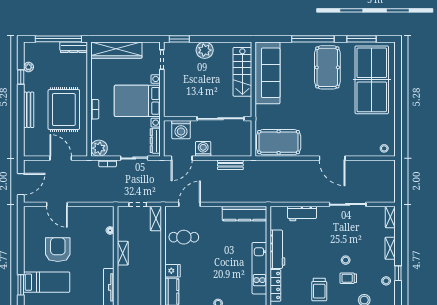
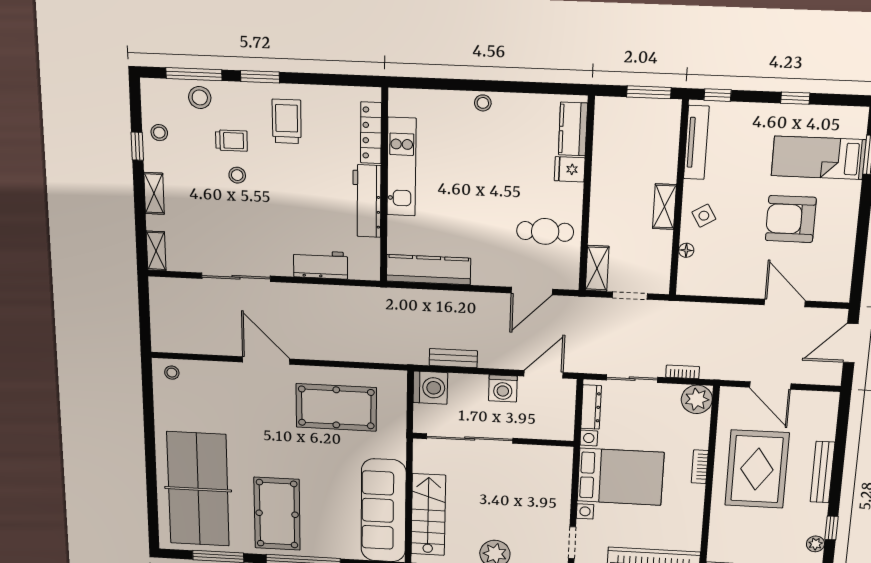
washing machine: (181, 130) -> (430, 388), moved, turned 90
pool table: (279, 142) -> (336, 407), moved
side table: (102, 249) -> (704, 216), added
armchair: (58, 250) -> (791, 219), turned 90

